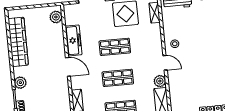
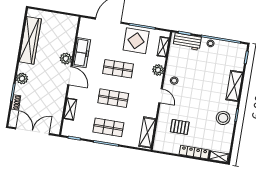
plant: (56, 17) -> (66, 59), moved
plant: (160, 81) -> (158, 70), moved
pallet: (193, 89) -> (180, 127), added

